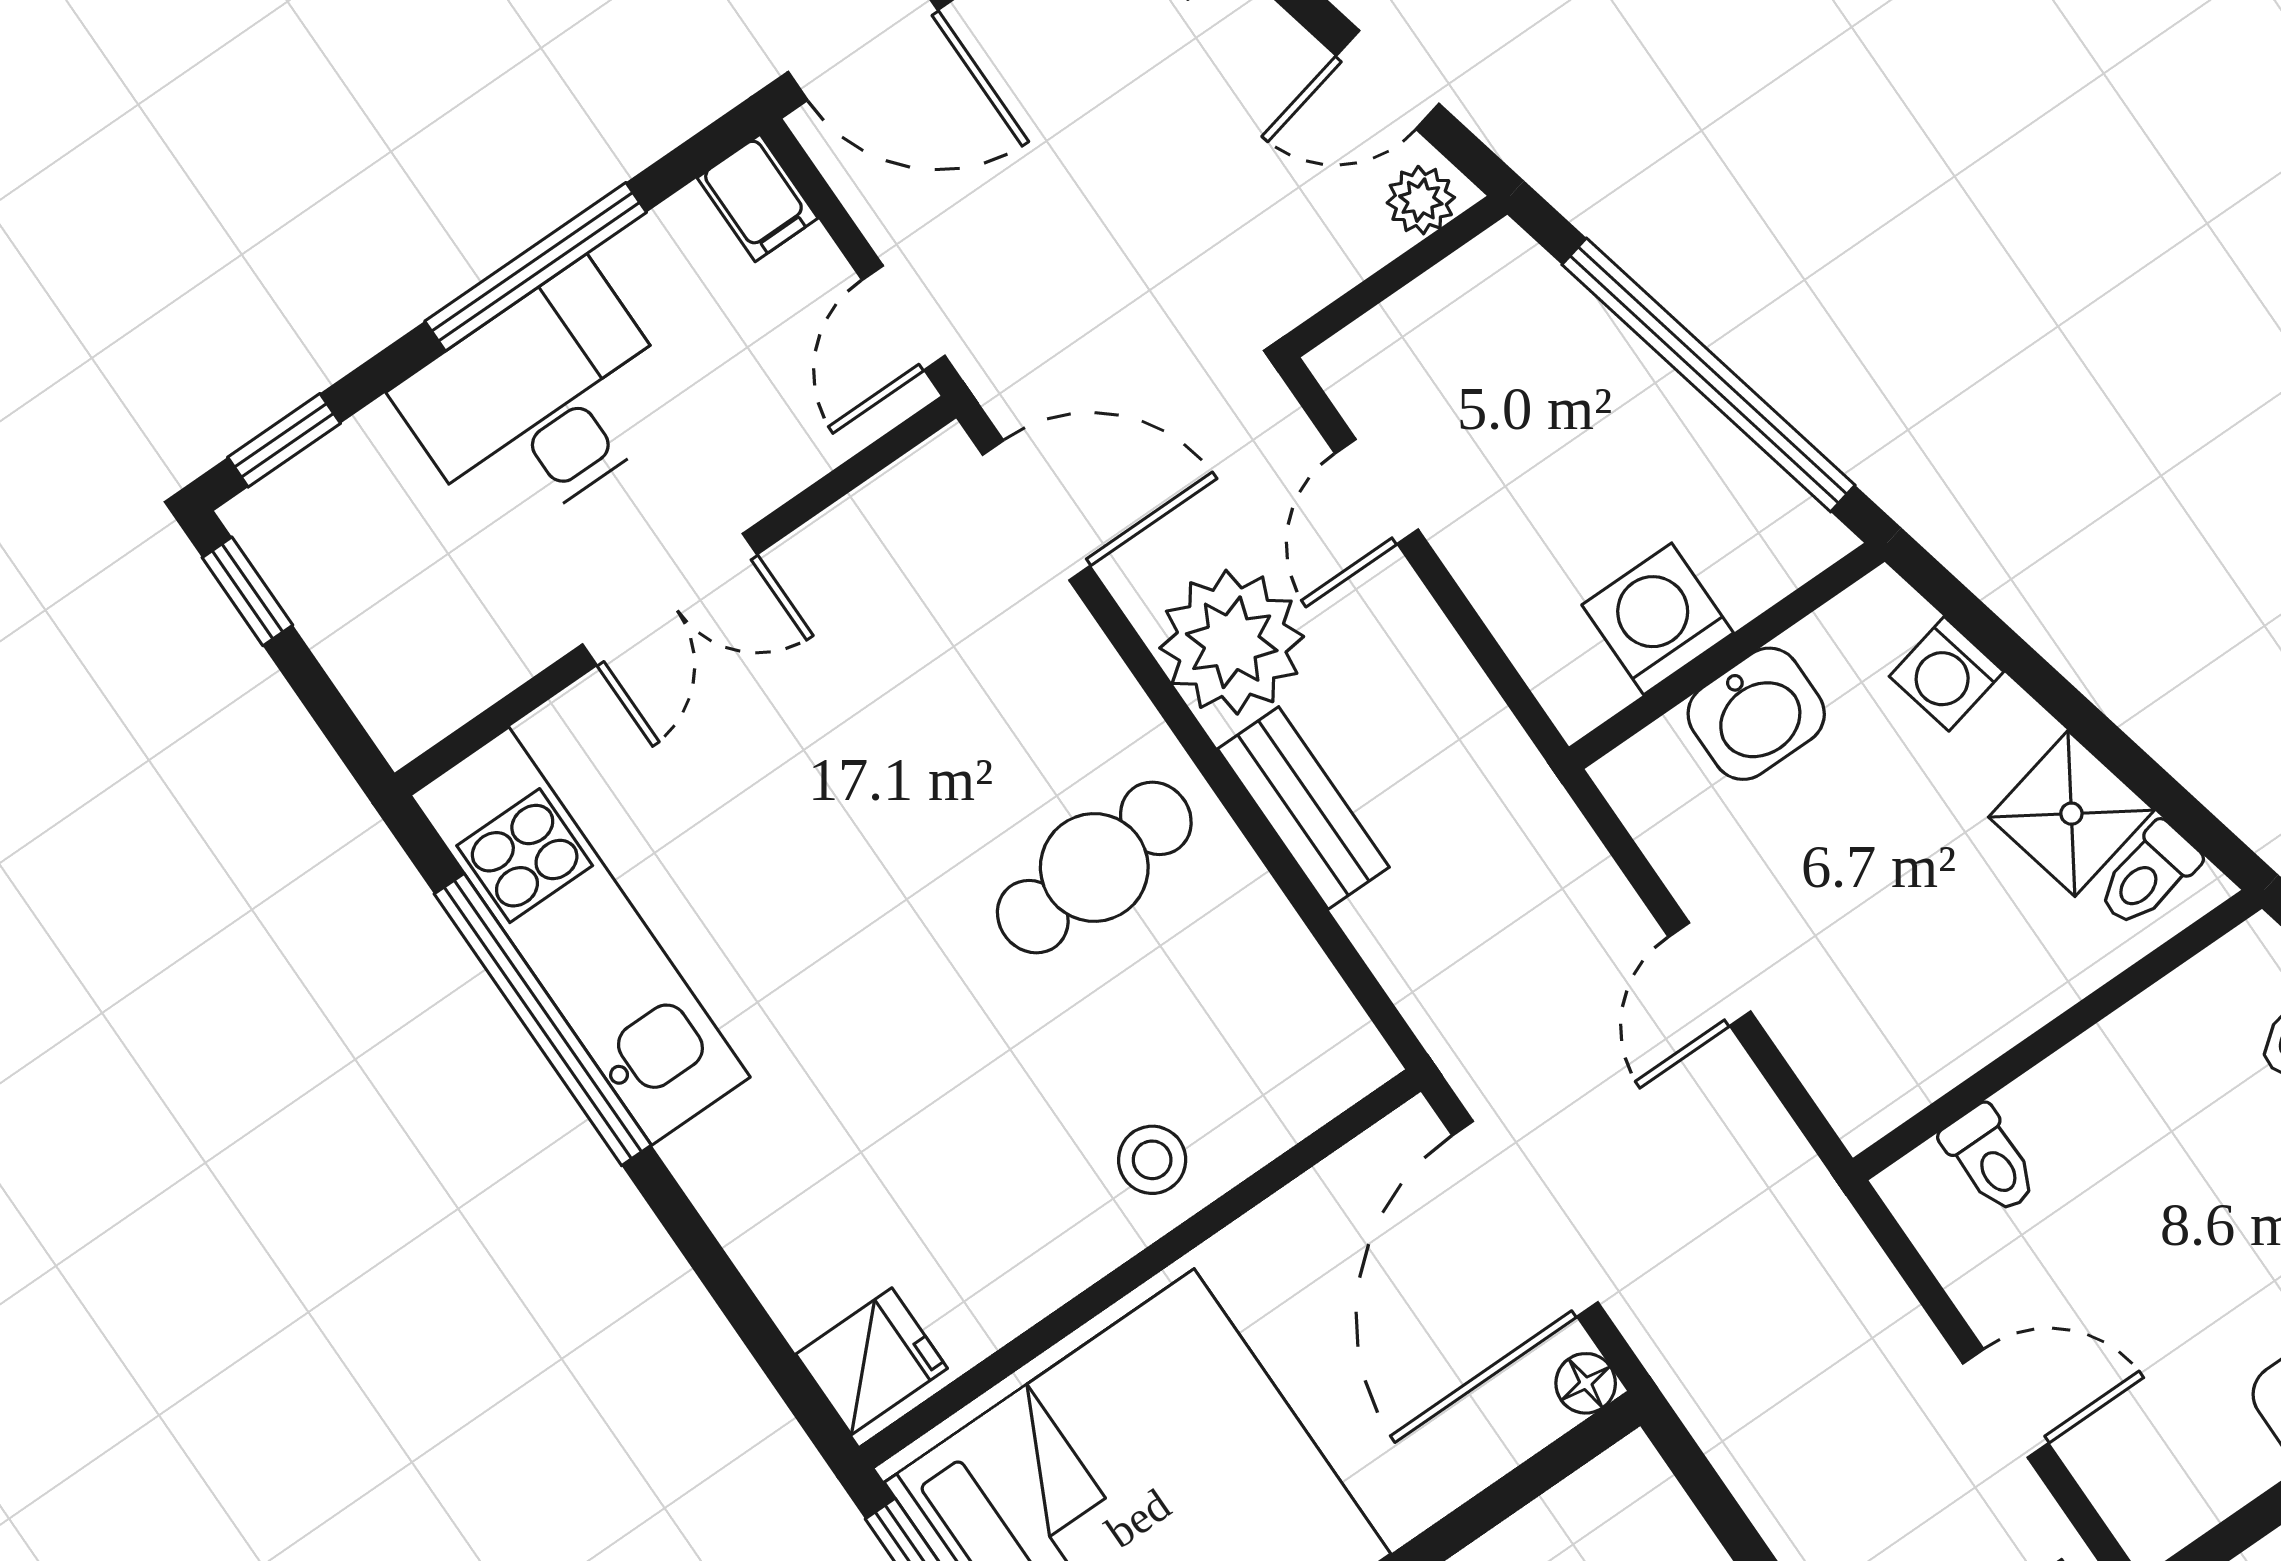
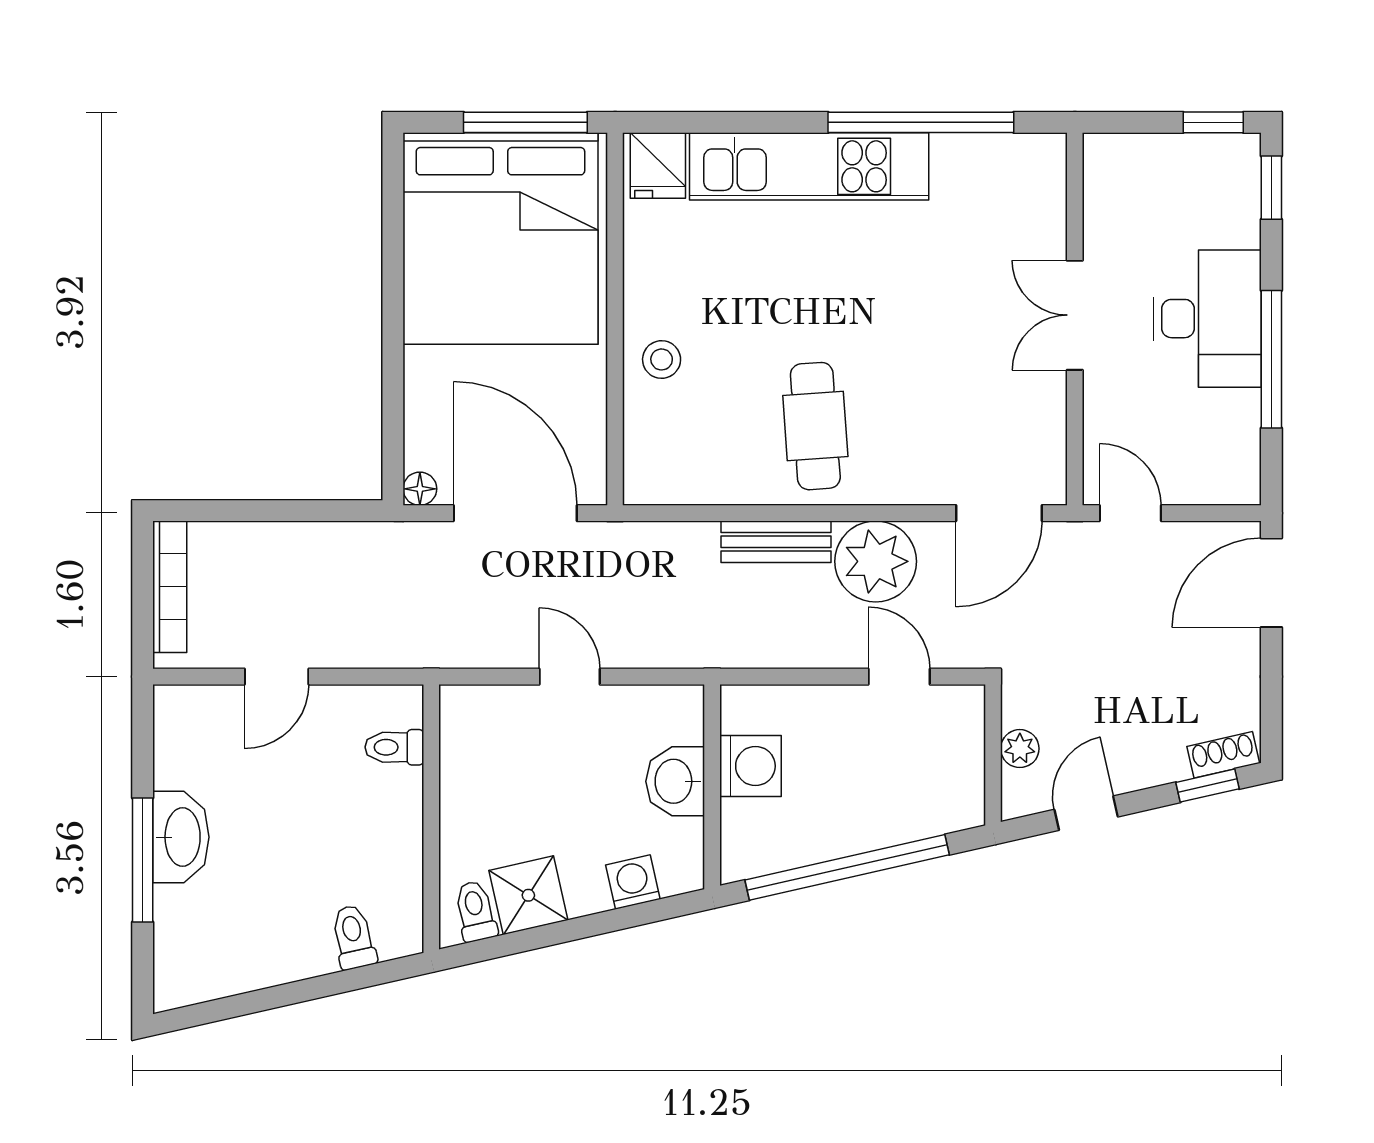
filing cabinet: (758, 198) -> (1232, 484), removed
plant: (1421, 200) -> (1020, 749), moved
kitchen unit: (580, 936) -> (809, 166), moved

